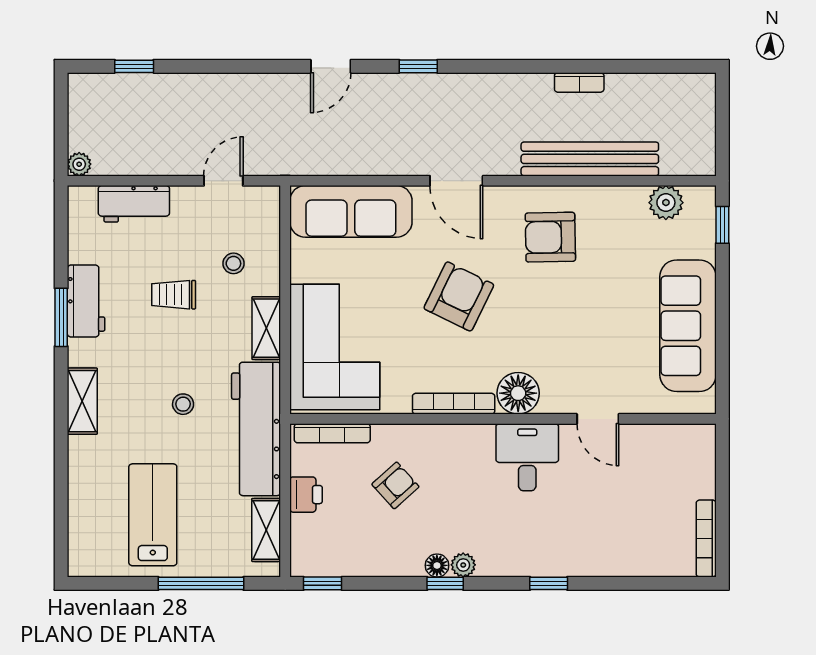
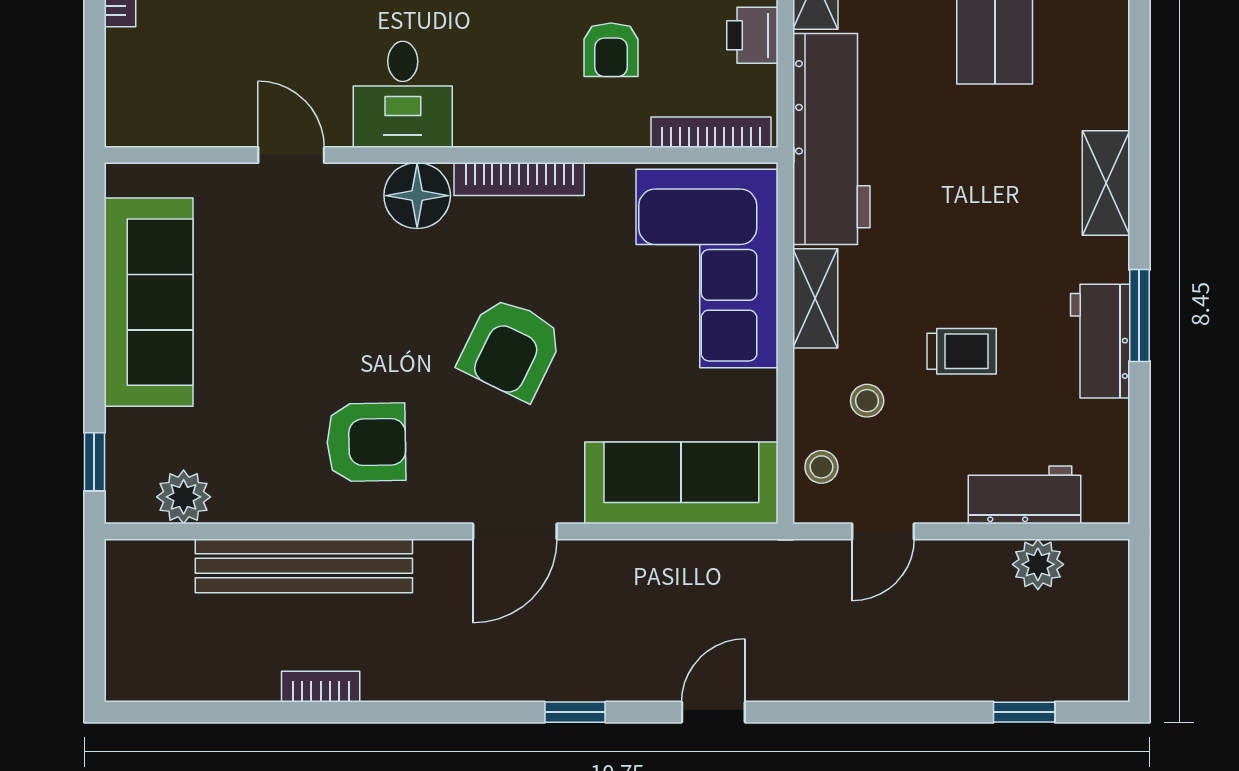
plant: (79, 164) -> (1038, 564), moved, width x1.38, depth x1.38
door: (456, 181) -> (515, 531), swing flipped
stool: (183, 404) -> (821, 467), moved
armchair: (395, 485) -> (611, 50), turned -48

